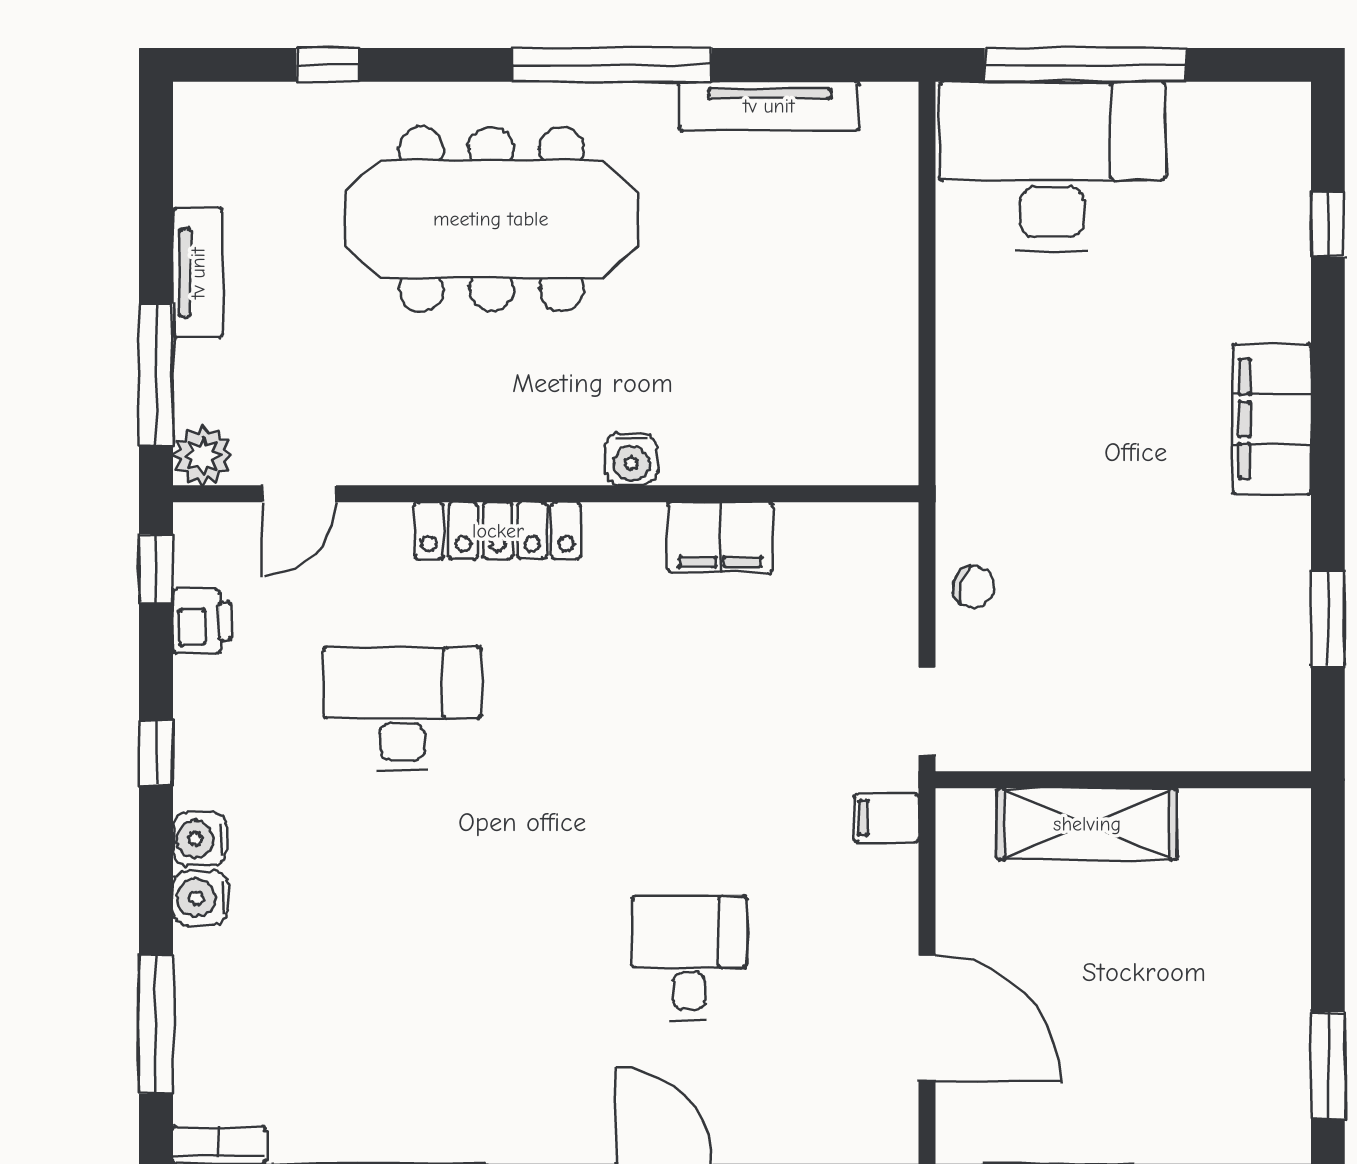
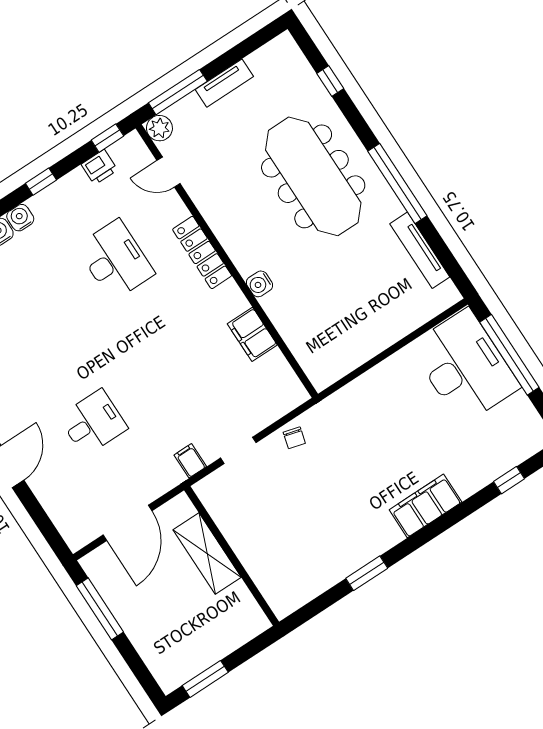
wall: (1123, 780) -> (232, 556), moved
shelving: (1087, 824) -> (207, 553), moved

